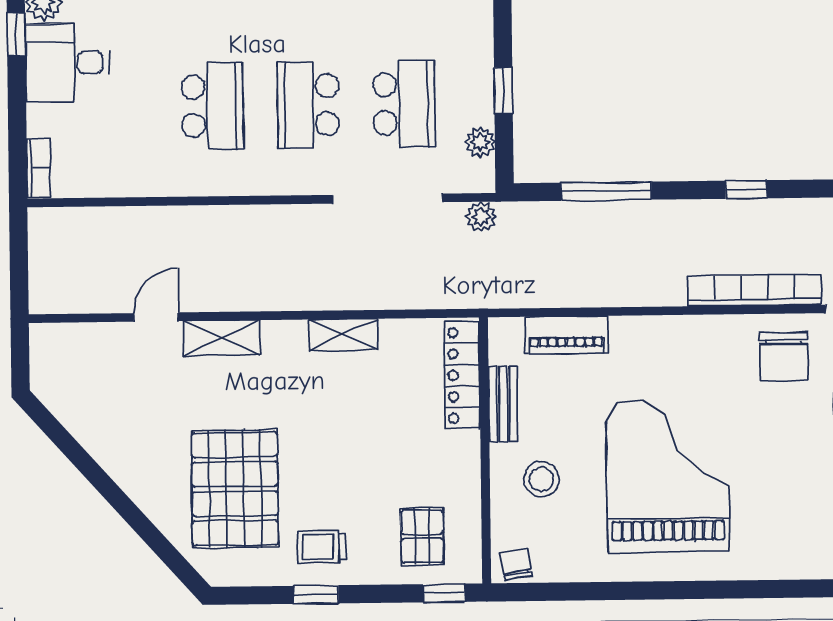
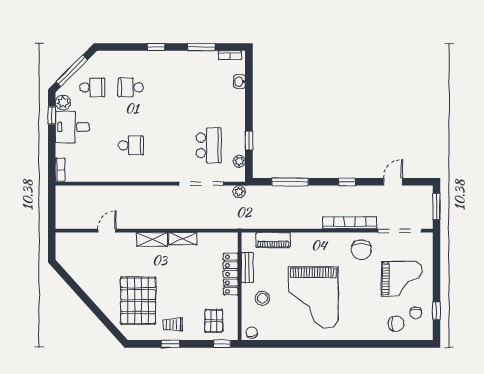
school desk: (308, 105) -> (170, 145), removed
school desk: (212, 106) -> (131, 145), width x0.54
shelving: (222, 338) -> (152, 239), moved
locker: (462, 375) -> (231, 274), moved
grand piano: (668, 476) -> (313, 297), turned 180

